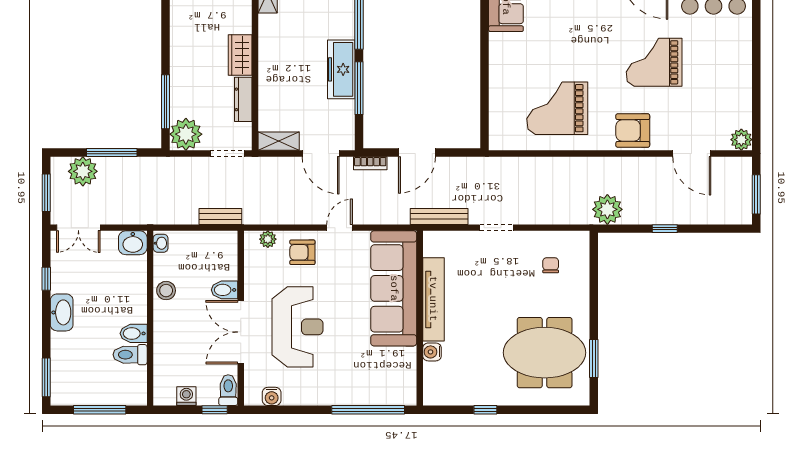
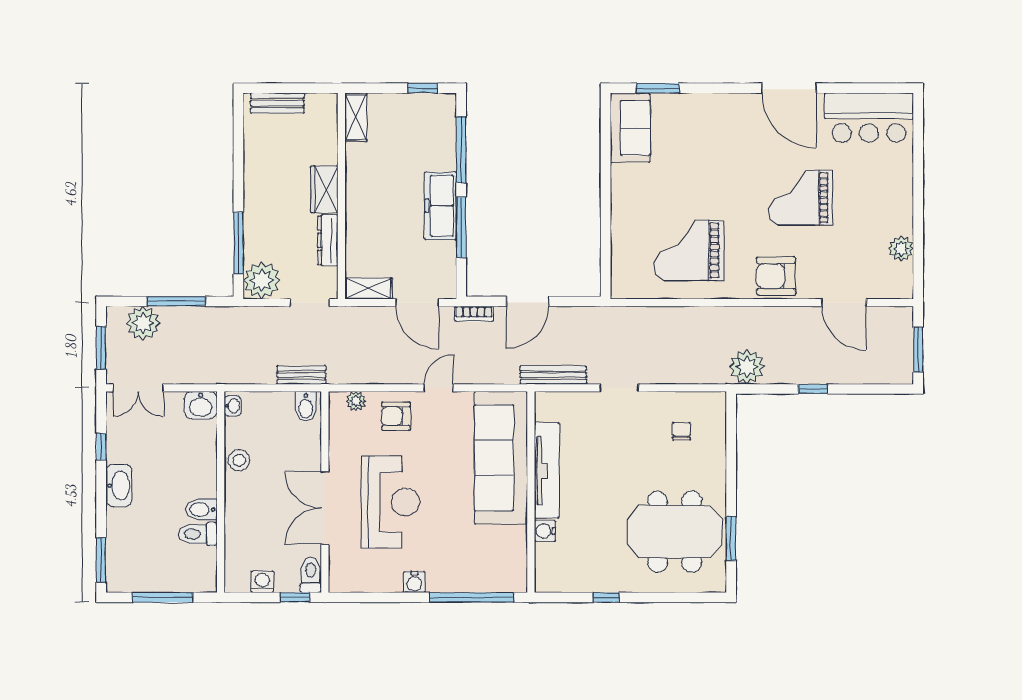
plant: (741, 140) -> (901, 249), moved
bidet: (224, 290) -> (306, 406), moved, turned -90
water cooler: (272, 396) -> (414, 582), moved

